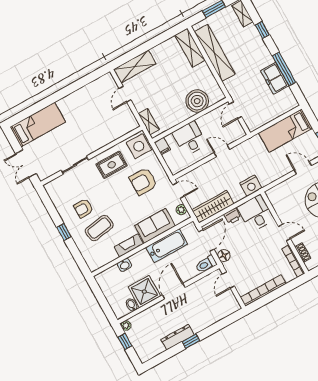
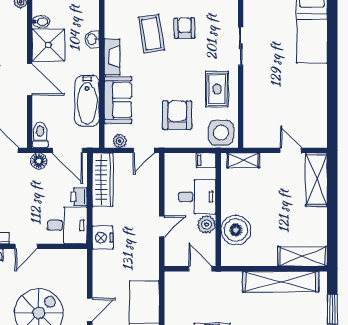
plant: (204, 122) -> (207, 224), added

